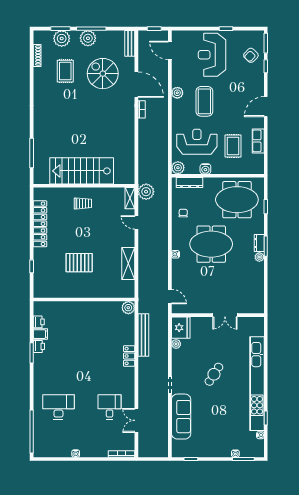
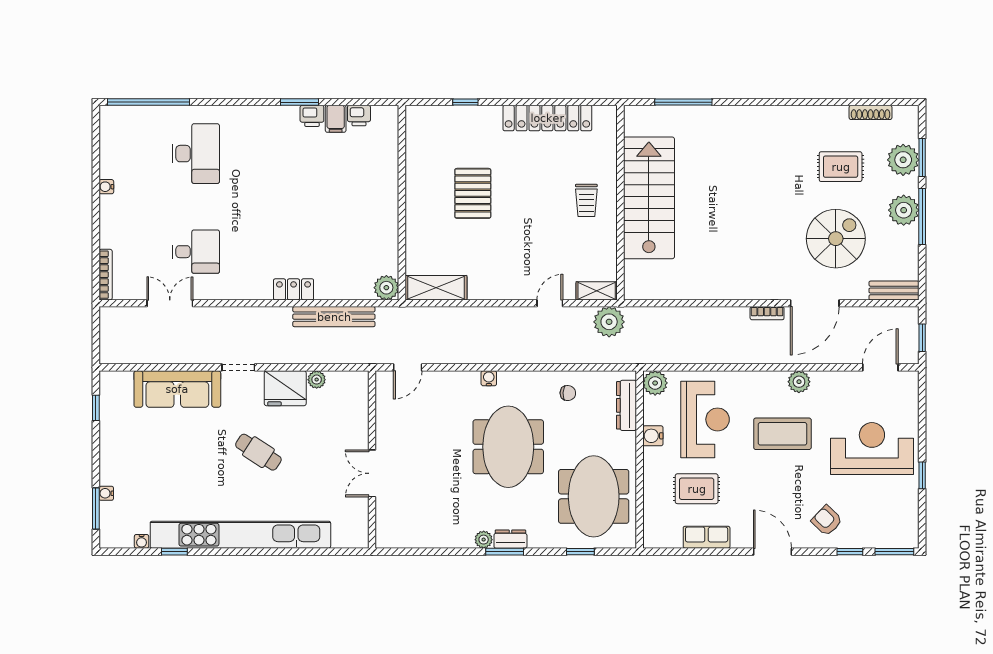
armchair: (251, 55) -> (827, 521), moved
shelving: (128, 263) -> (436, 288), moved
fridge: (181, 328) -> (285, 388), moved

